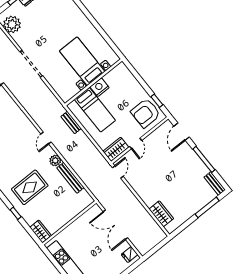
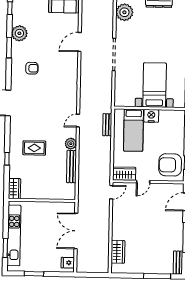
rug: (30, 187) -> (34, 148), width x0.73, depth x0.70

